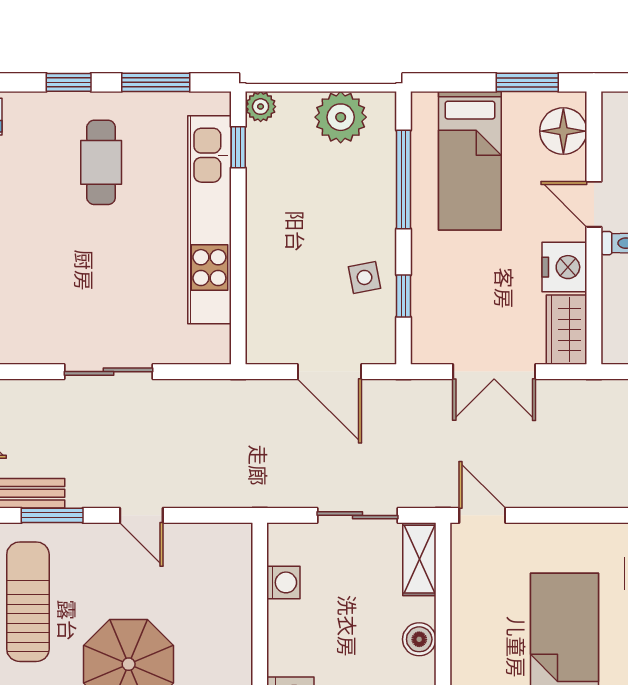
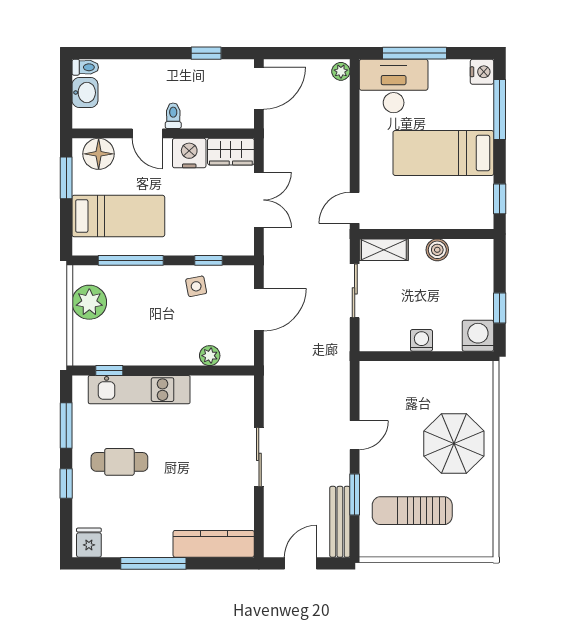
plant: (261, 107) -> (210, 356), moved
door: (594, 204) -> (147, 133), hinge flipped
kitchen unit: (209, 220) -> (139, 390), width x0.73
washing machine: (283, 582) -> (421, 340), moved

